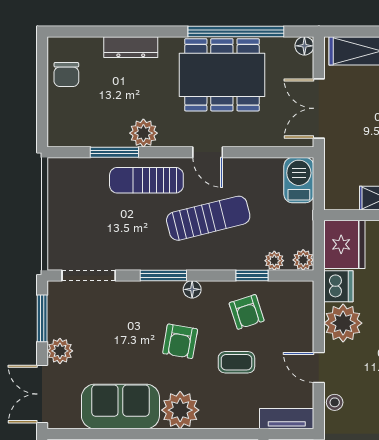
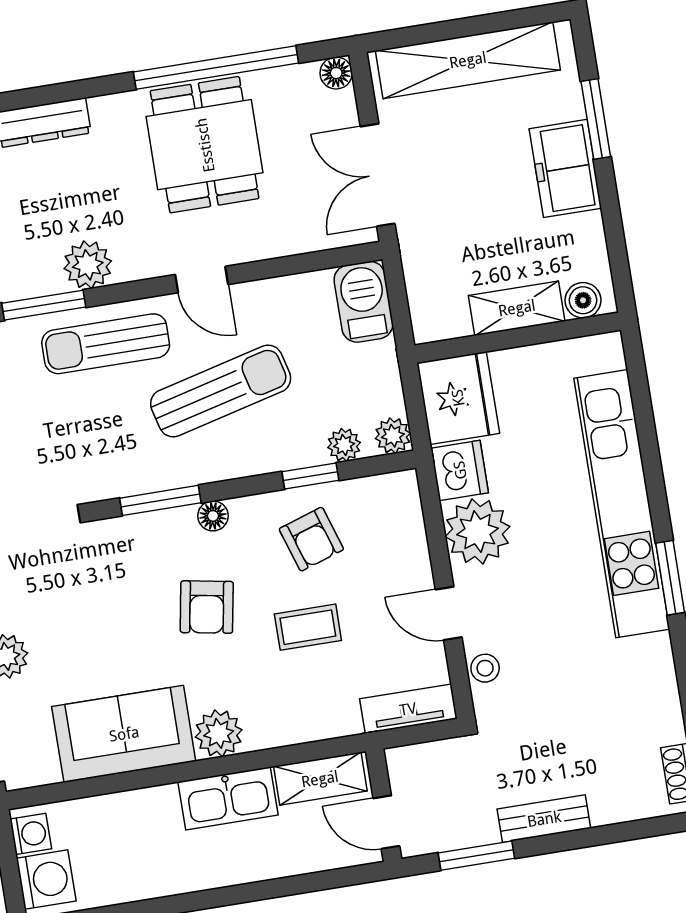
dining table: (222, 75) -> (205, 145), width x0.73
plant: (180, 410) -> (219, 733), width x0.73, depth x0.73

